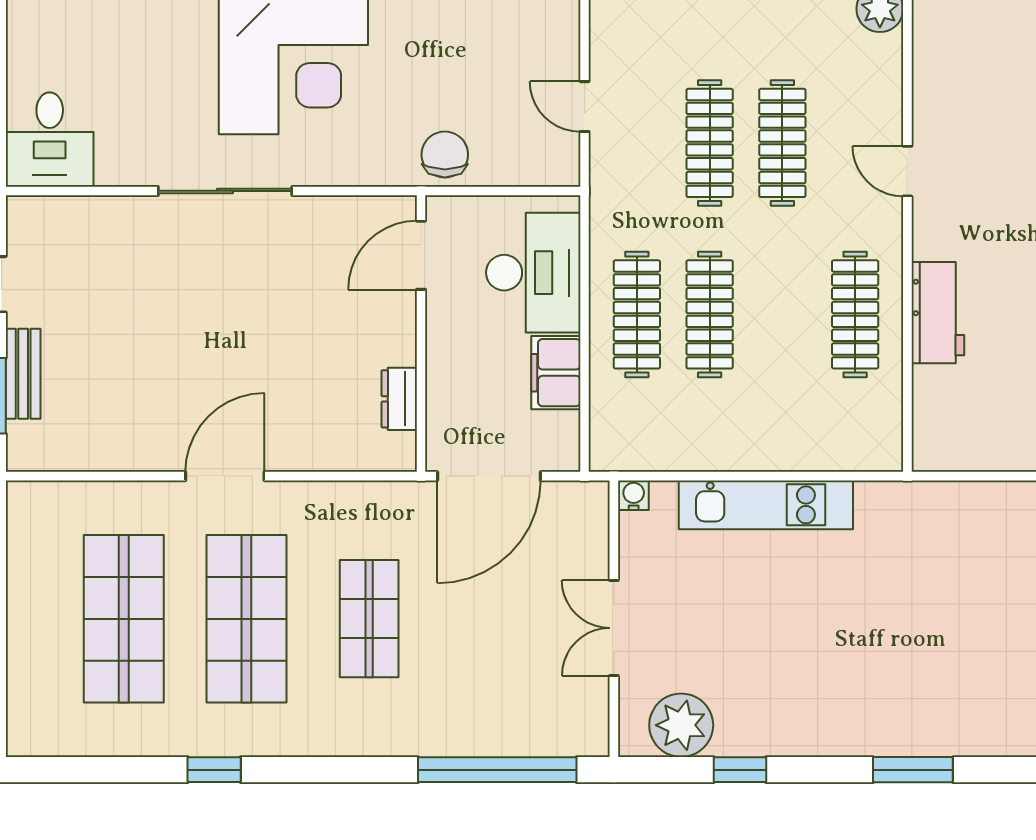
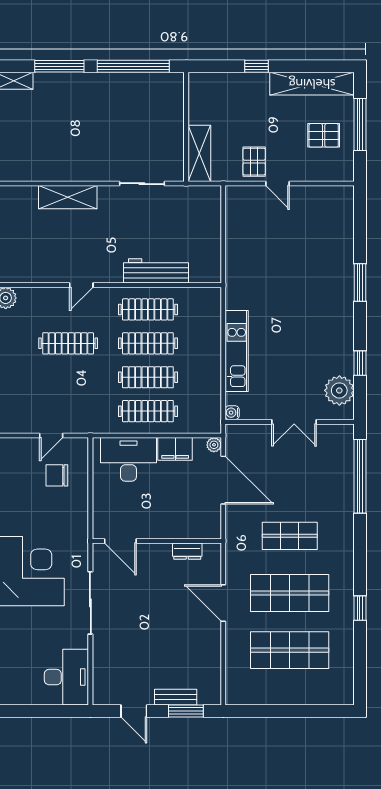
desk: (50, 140) -> (66, 677), width x1.37
clothes rail: (710, 143) -> (148, 343), moved
chair: (445, 155) -> (57, 475), moved
door: (421, 255) -> (120, 541), moved
workbench: (938, 313) -> (156, 271), width x1.38
wall: (421, 334) -> (157, 541), moved
dresser: (399, 399) -> (187, 551), moved
plant: (565, 456) -> (214, 445), added

